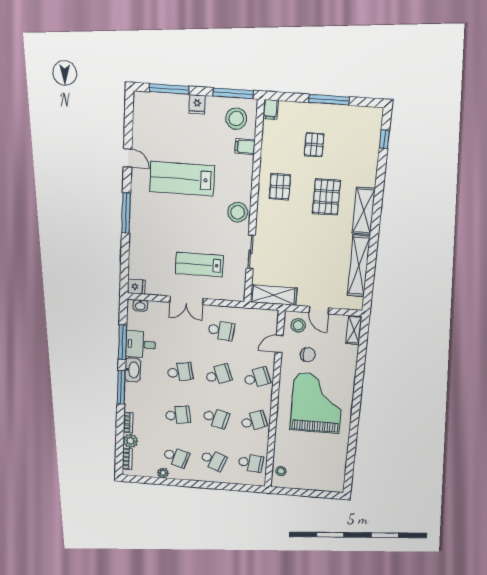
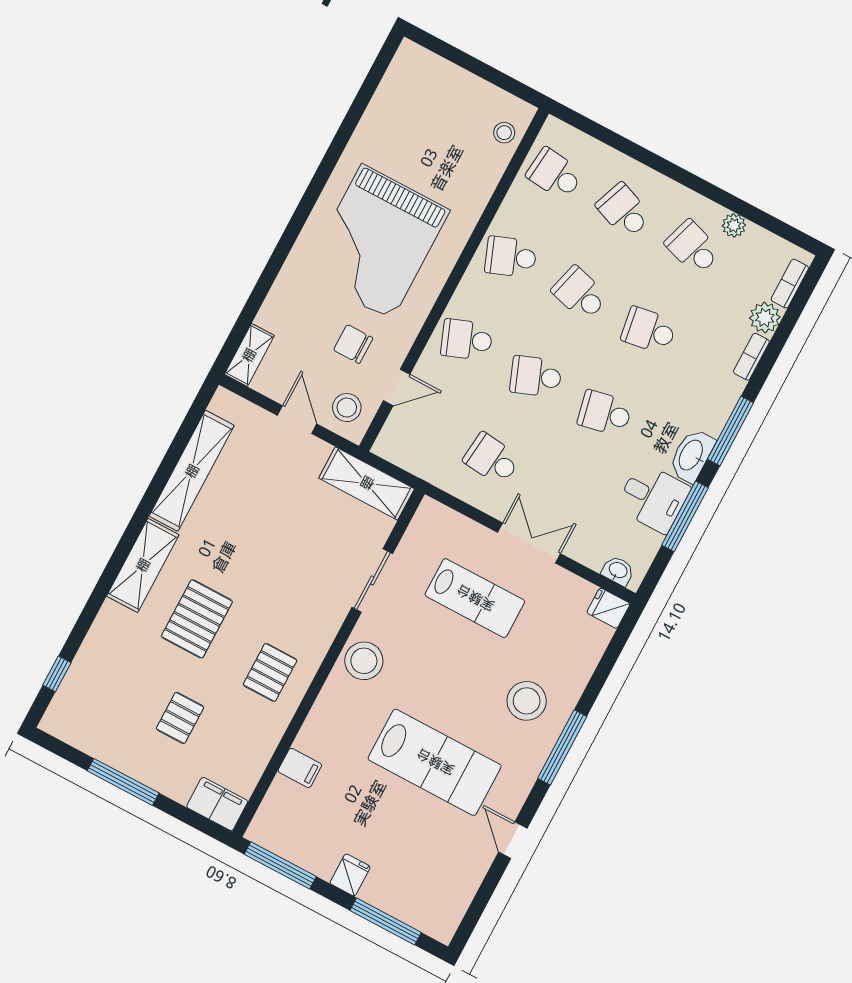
filing cabinet: (271, 110) -> (217, 804), width x2.00
stool: (236, 119) -> (527, 701), moved

